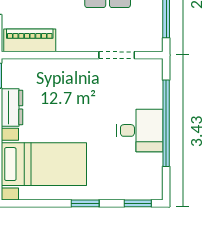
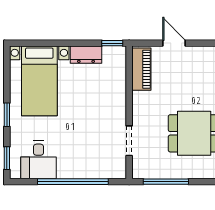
desk: (140, 130) -> (39, 160), moved

